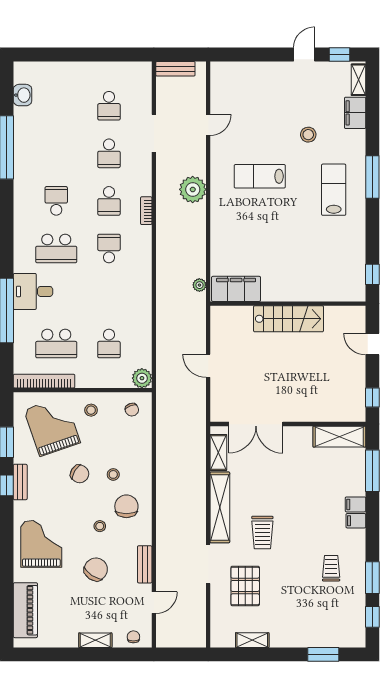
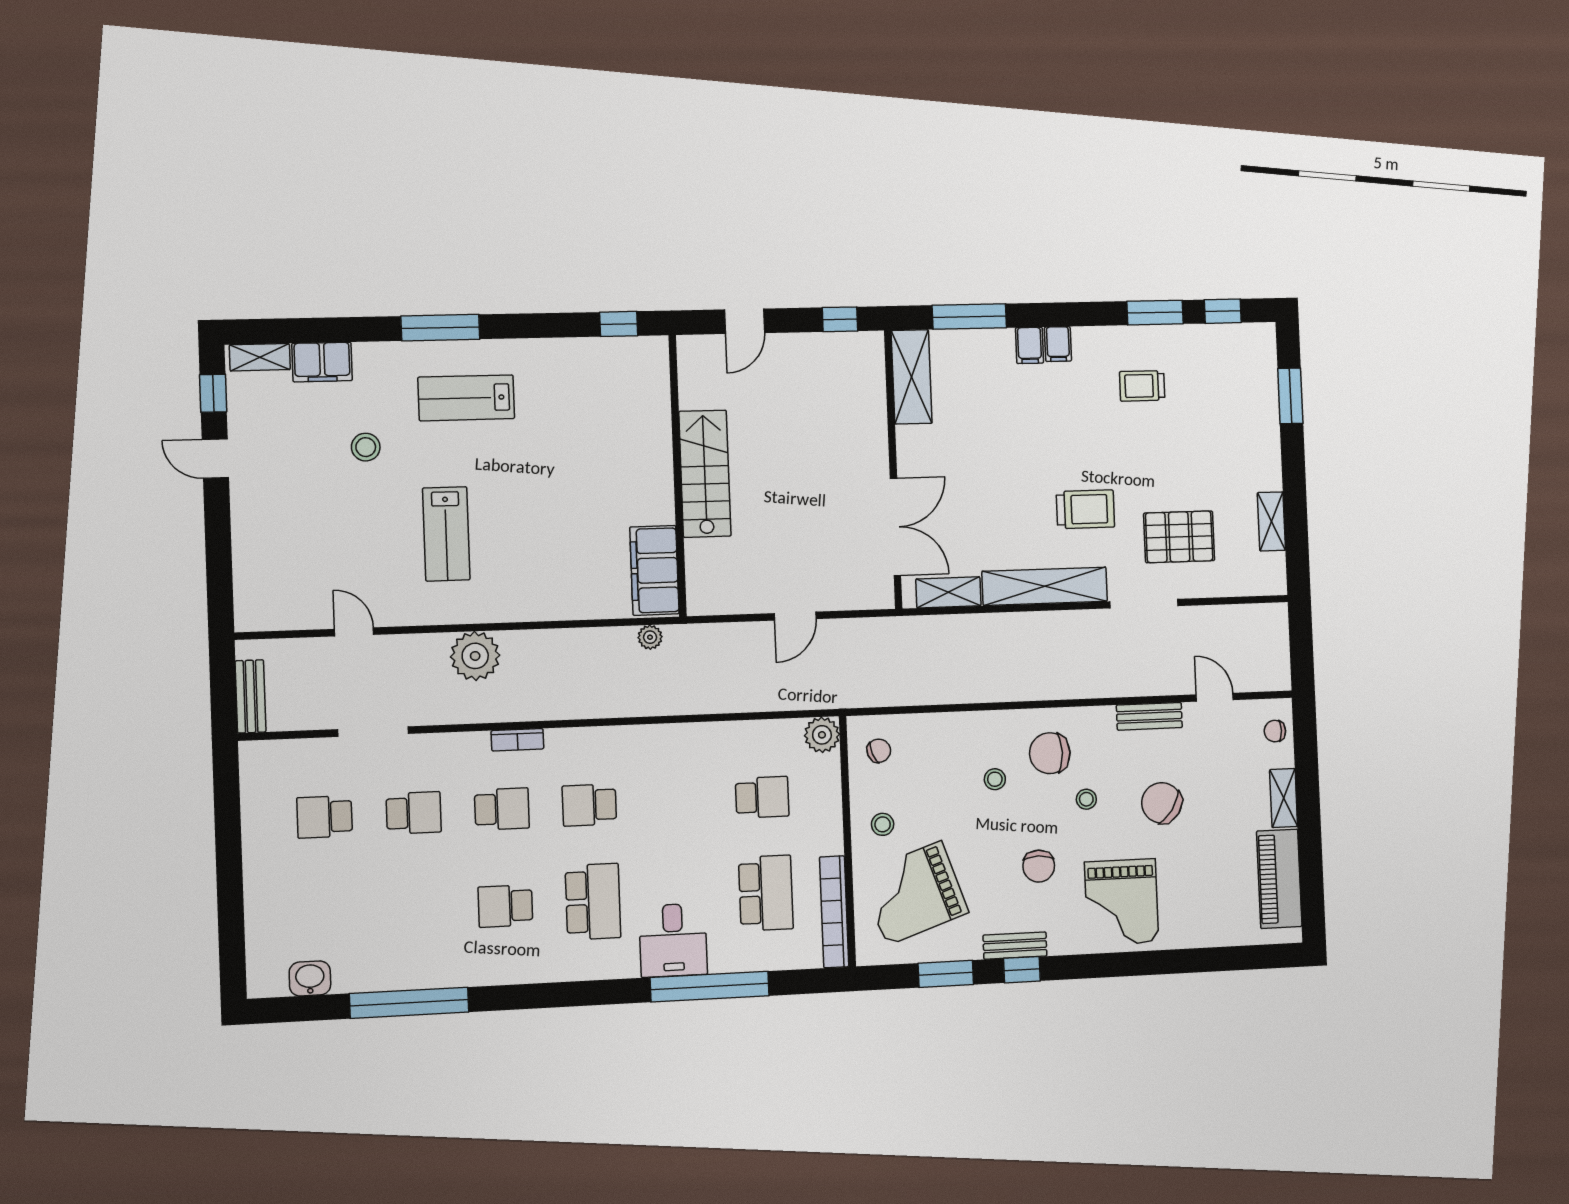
school desk: (109, 106) -> (325, 817), turned 180
chair: (80, 474) -> (1039, 866), moved, turned 149
grand piano: (41, 544) -> (1122, 902), turned -90
piano: (25, 610) -> (1279, 879), moved, turned -90

